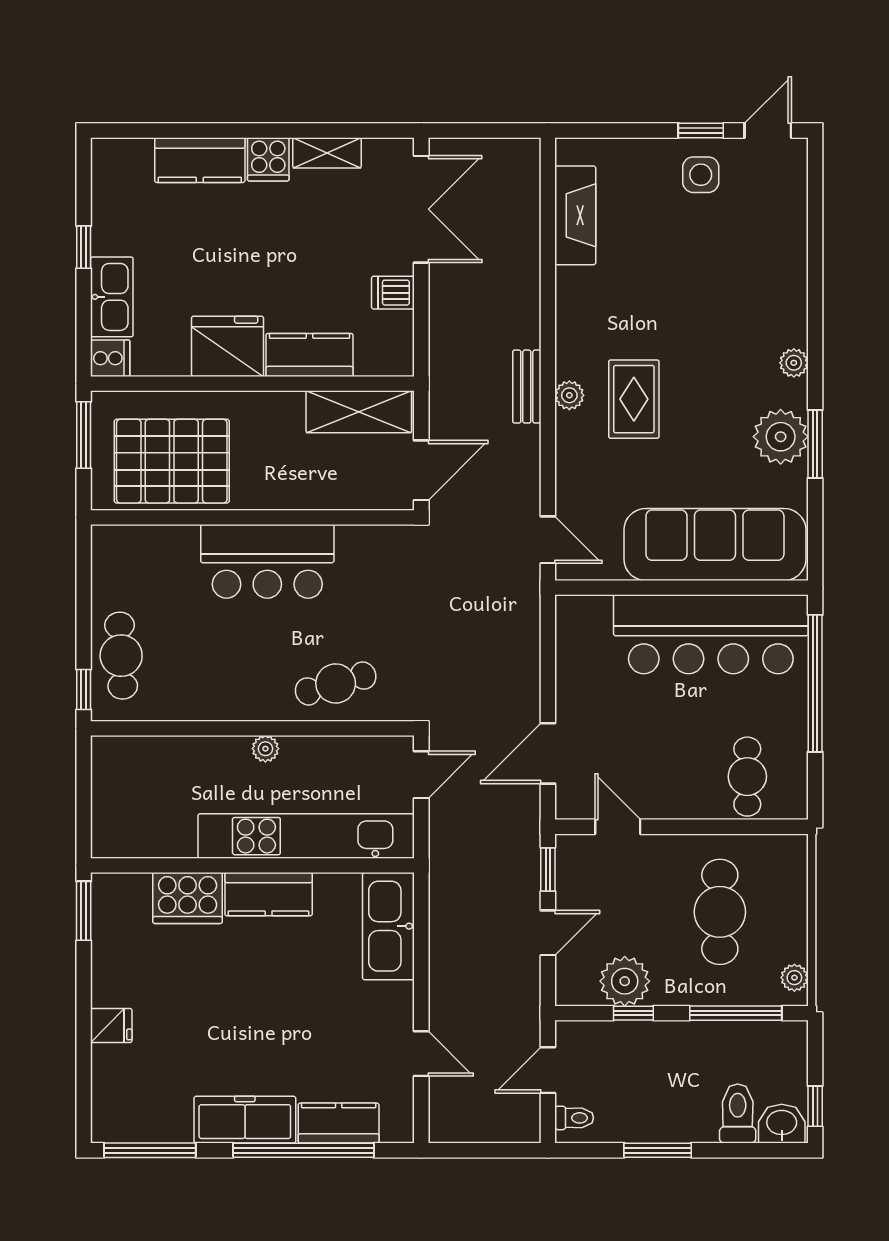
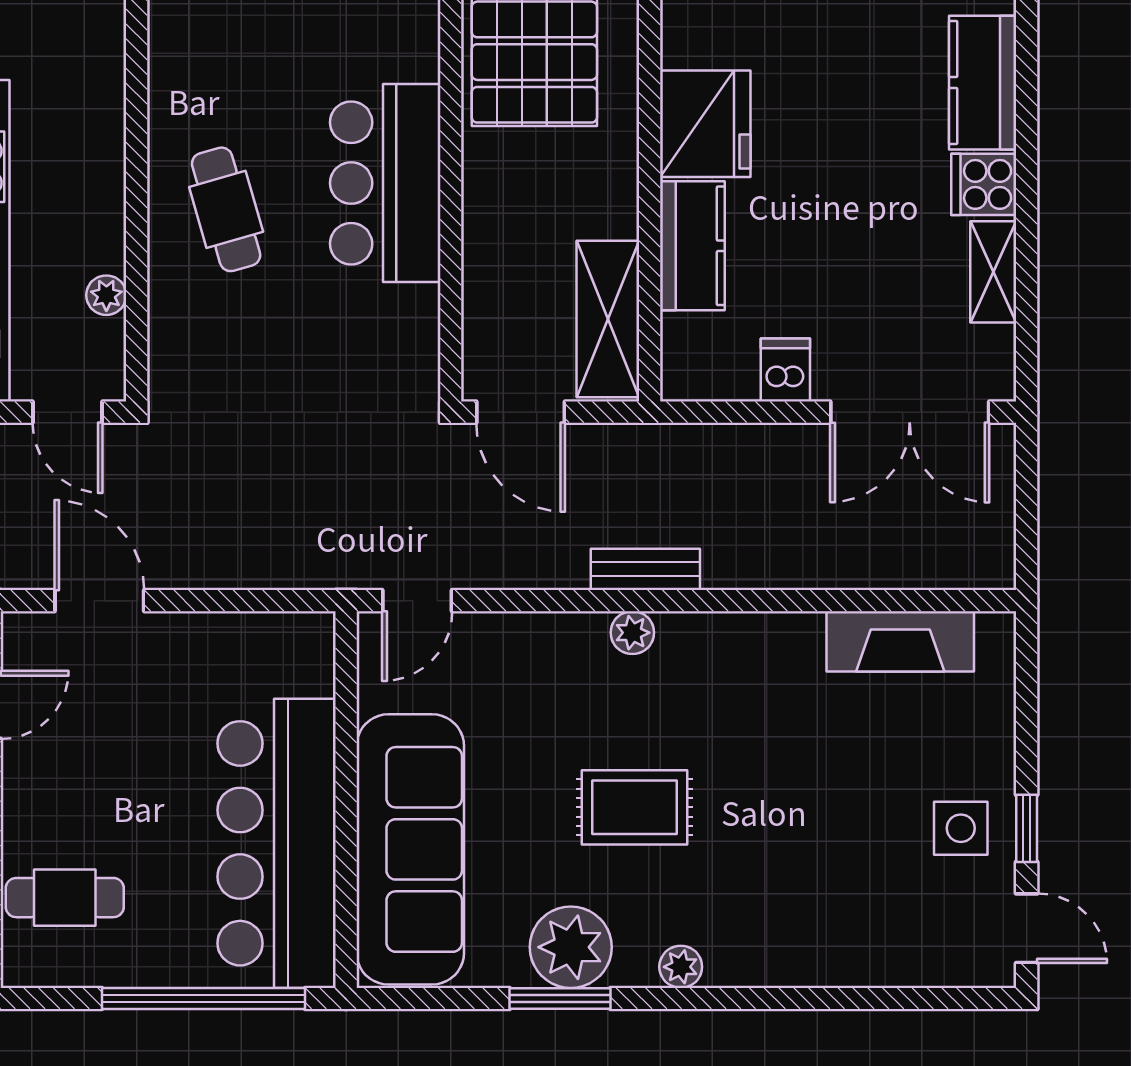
rug: (634, 399) -> (635, 807), moved
cafe table: (336, 683) -> (226, 209), moved
plant: (265, 749) -> (106, 295), moved

